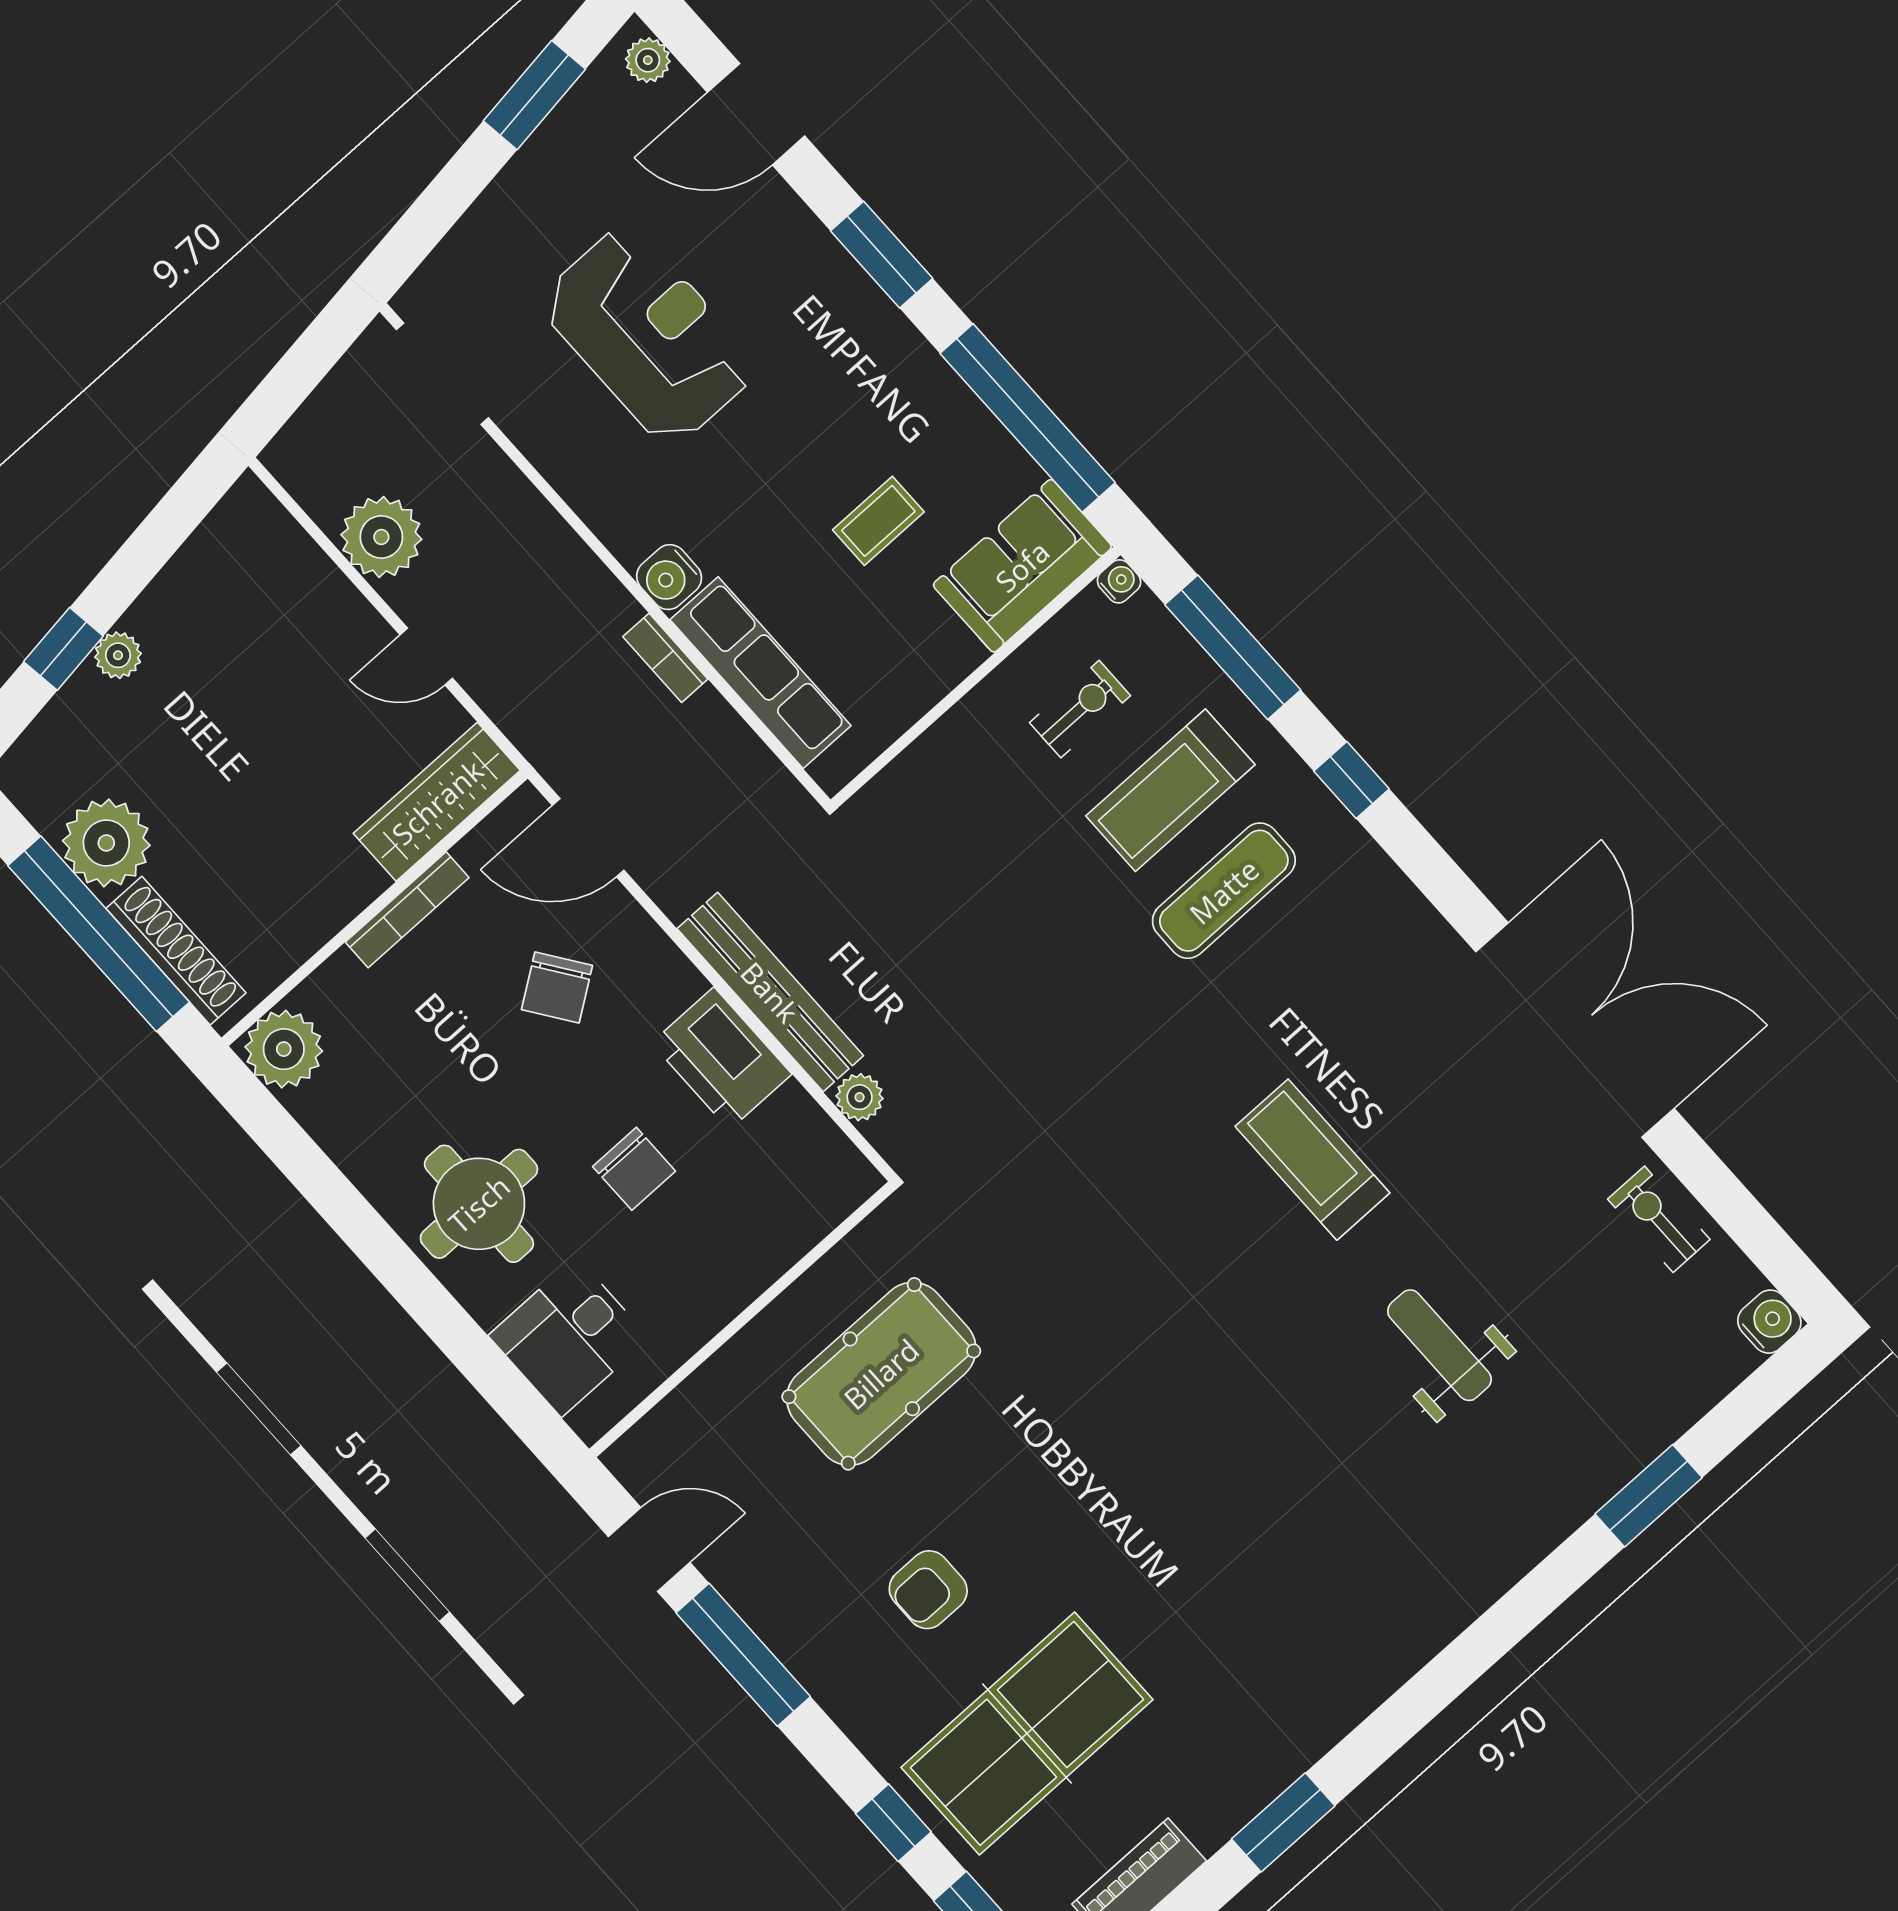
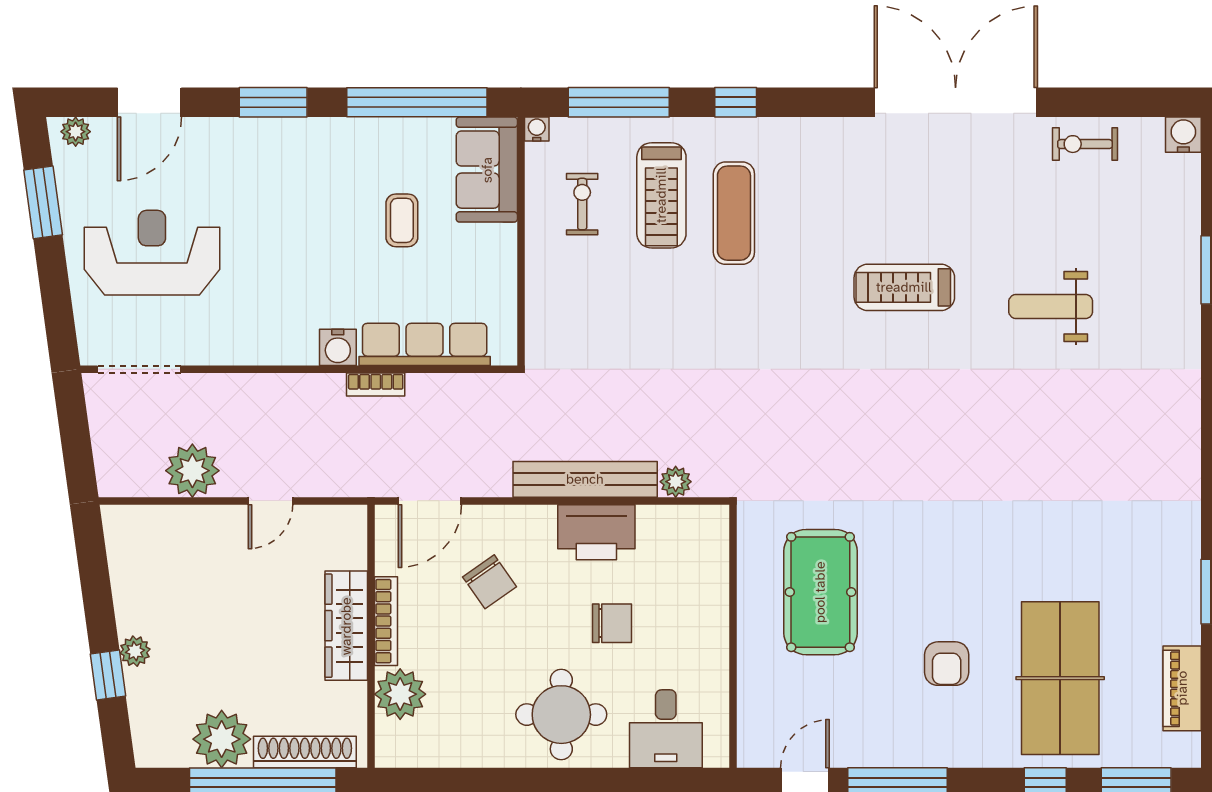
reception desk: (648, 335) -> (152, 253), moved
wardrobe: (437, 802) -> (346, 626), moved
plant: (284, 1049) -> (400, 694), moved

